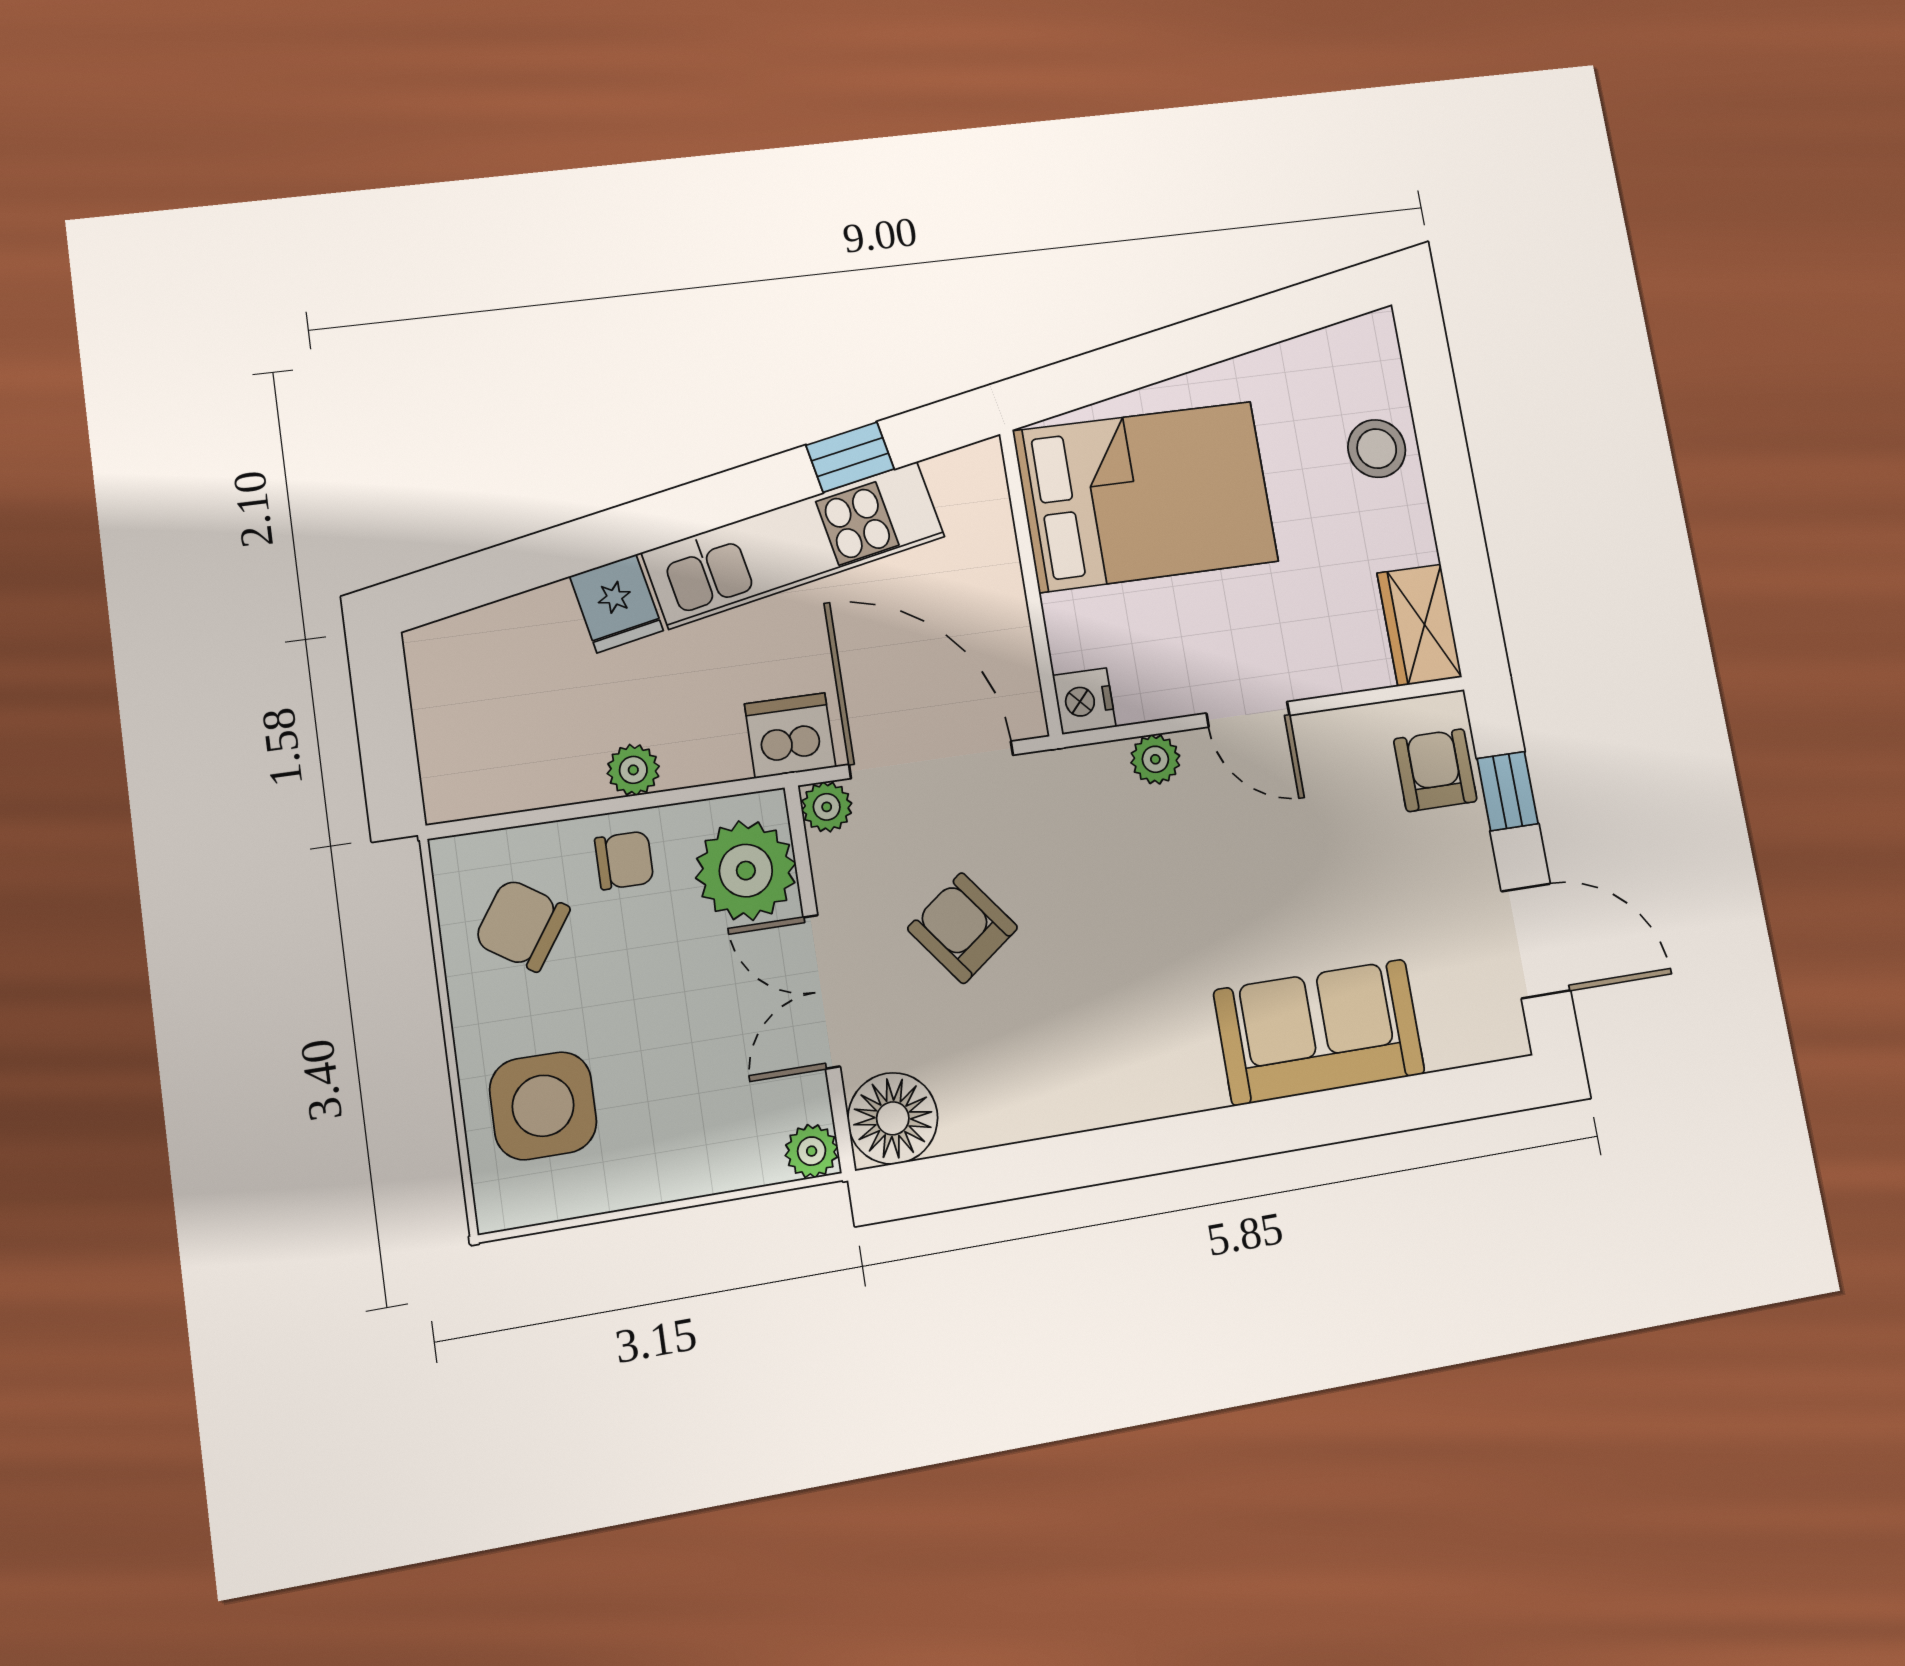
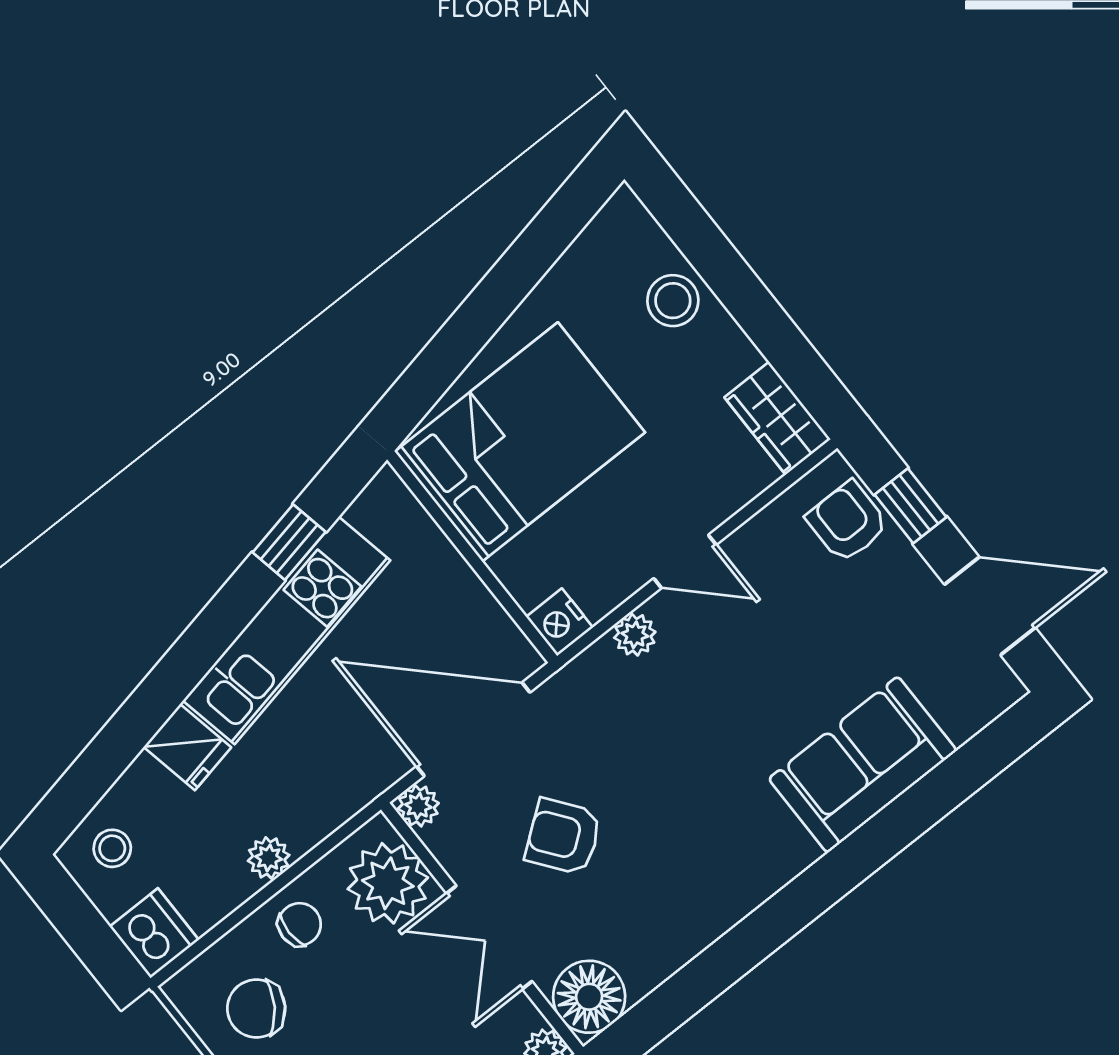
stool: (470, 663) -> (112, 848), added
dishwasher: (790, 735) -> (154, 933), moved, turned 90

